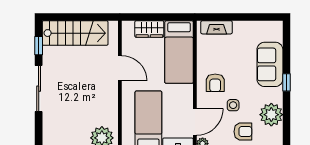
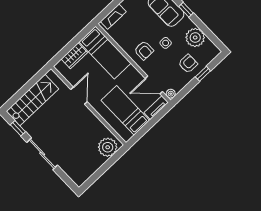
door: (120, 68) -> (79, 96), hinge flipped
side table: (233, 105) -> (166, 43), moved
door: (195, 122) -> (154, 85), swing flipped

